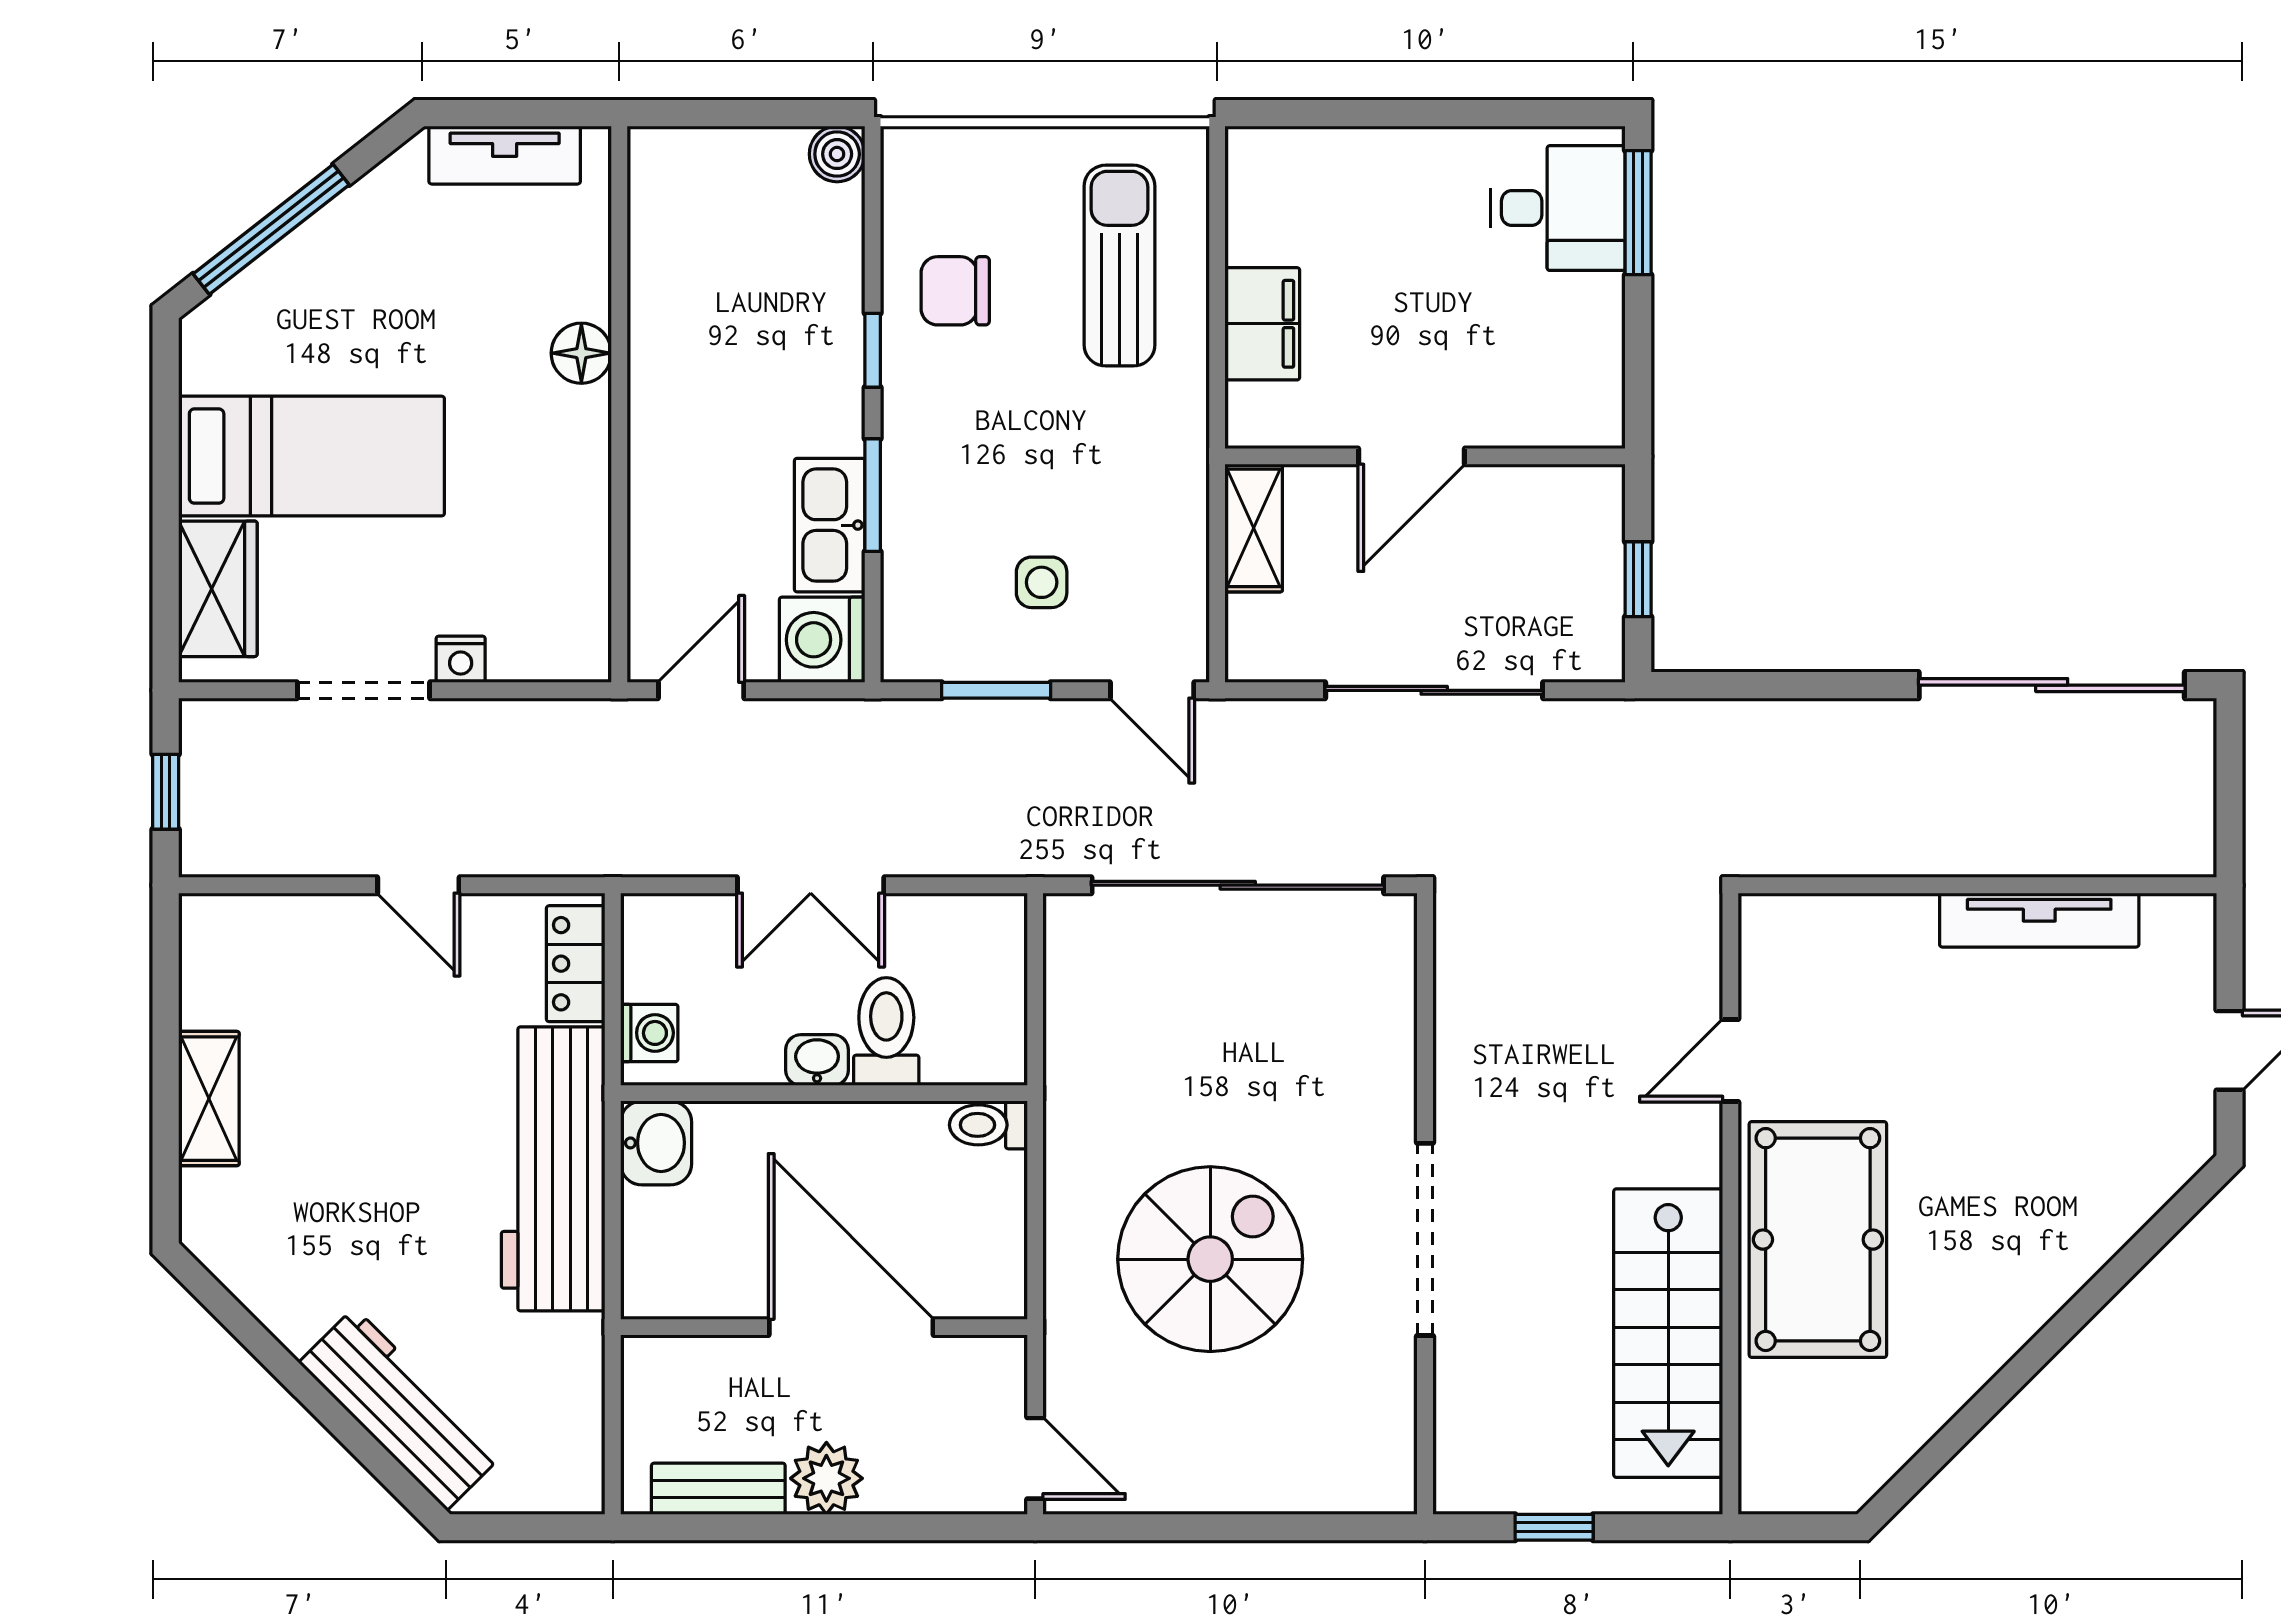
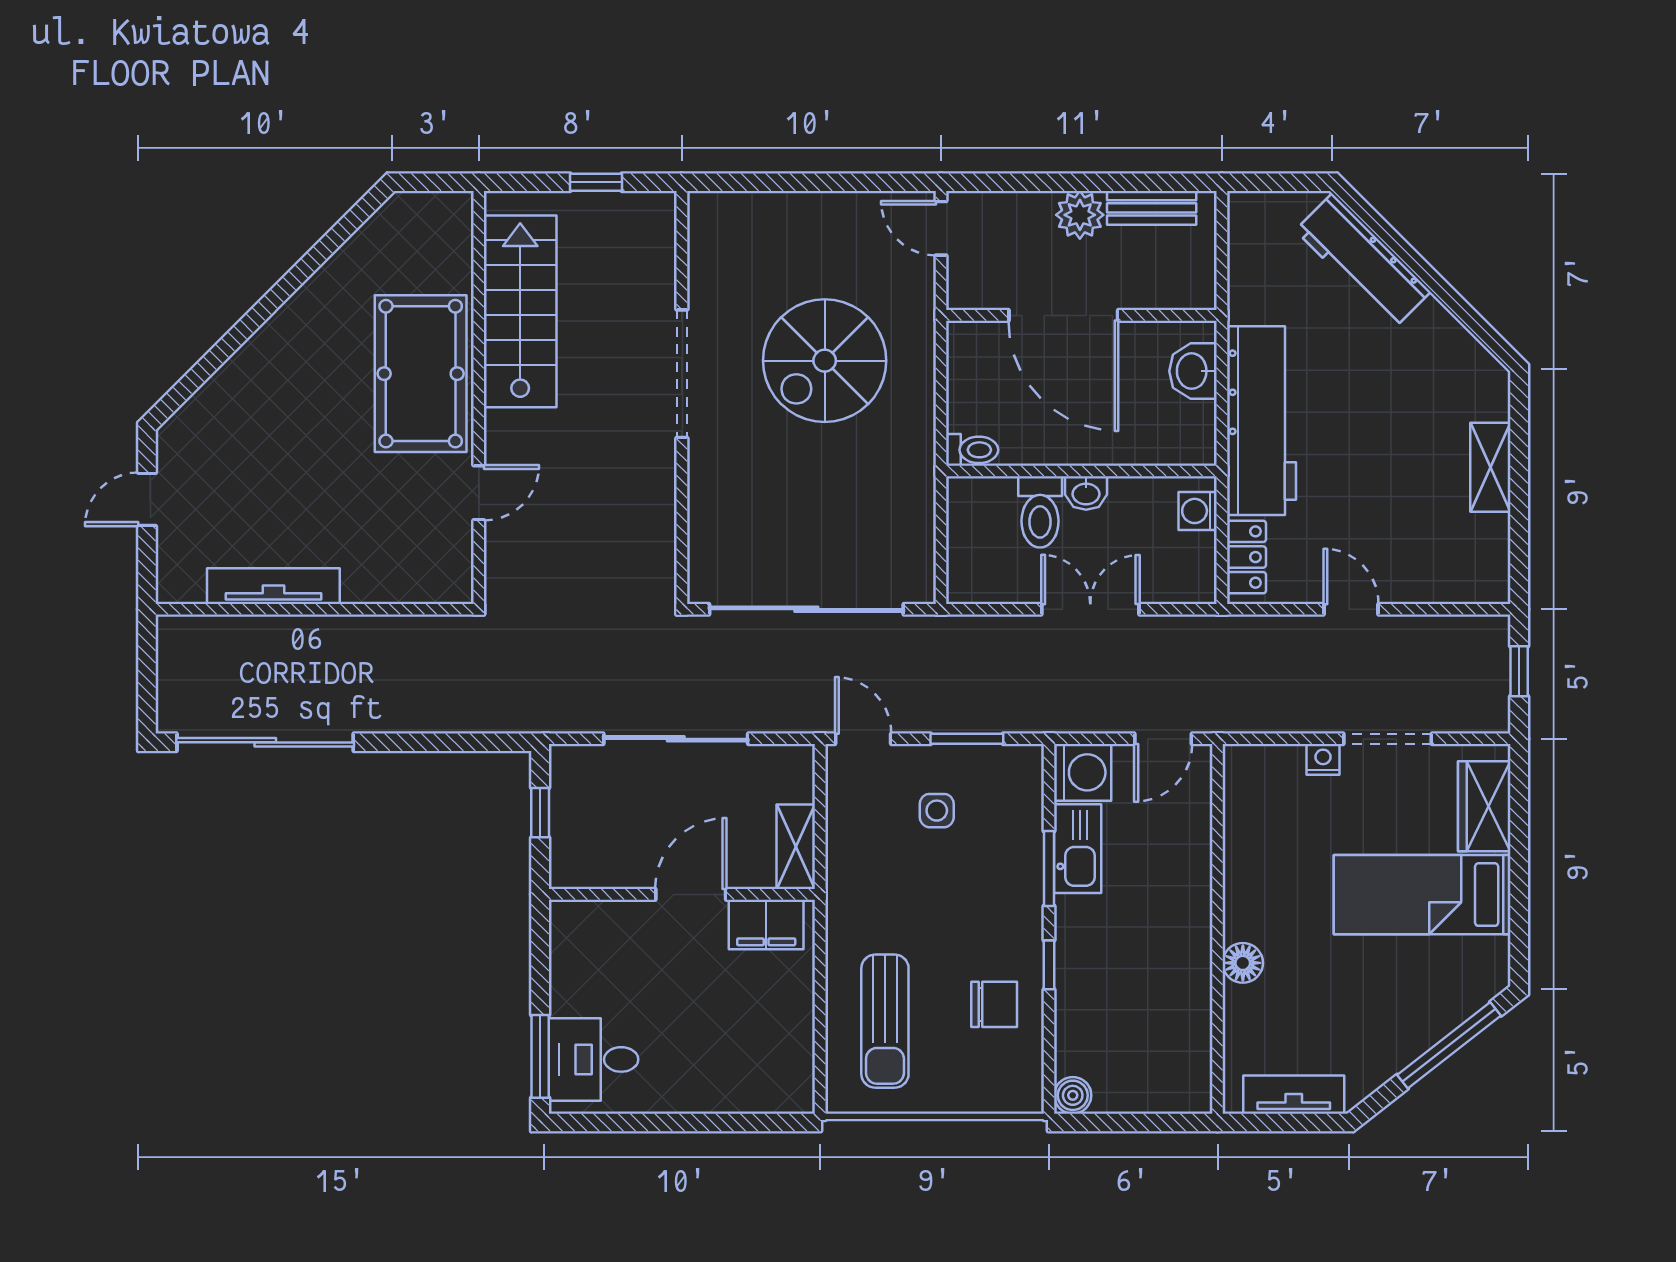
filing cabinet: (1262, 324) -> (766, 924), moved, turned -90
washbasin: (656, 1143) -> (1193, 371), moved

